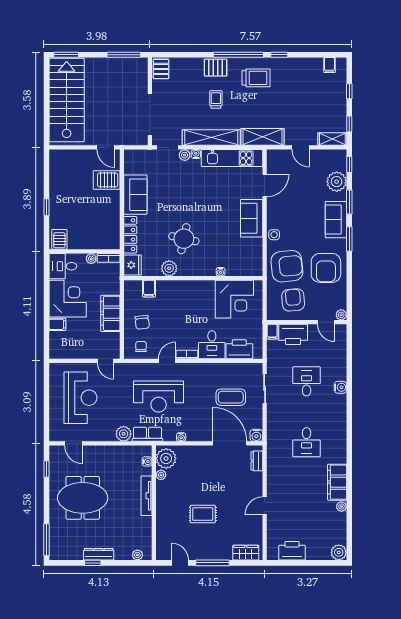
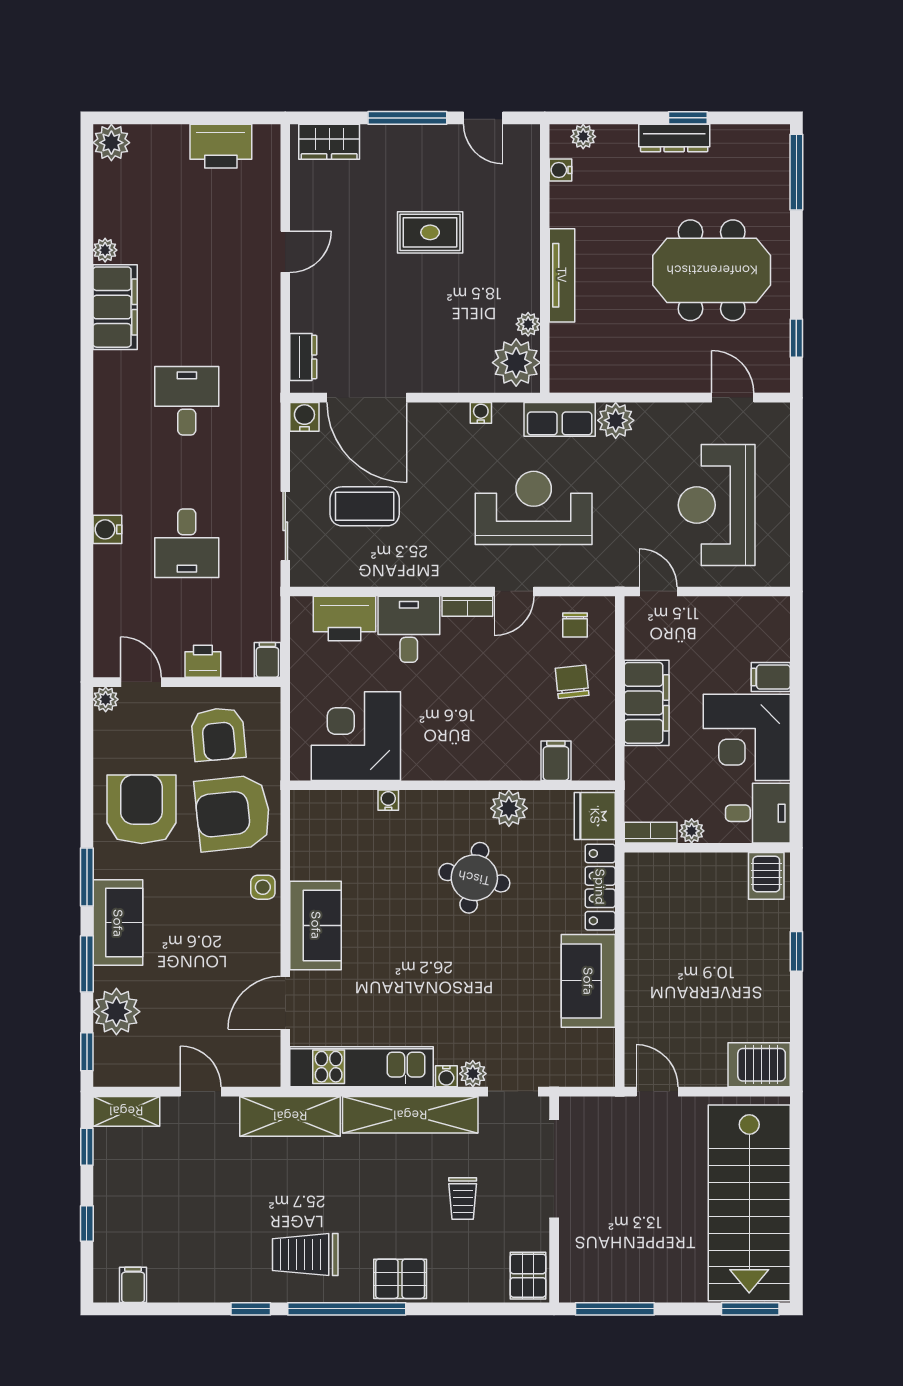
trolley: (216, 99) -> (463, 1199), moved
server rack: (107, 180) -> (759, 1065), moved, turned 180
printer: (293, 334) -> (203, 661), width x0.53, depth x0.68
water cooler: (147, 461) -> (561, 170), moved

